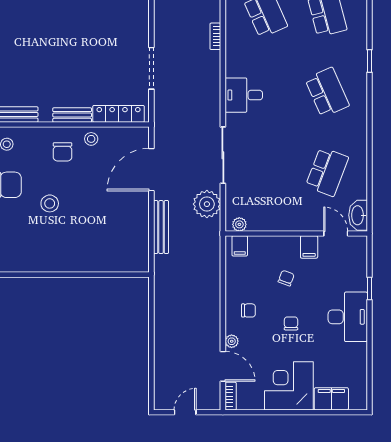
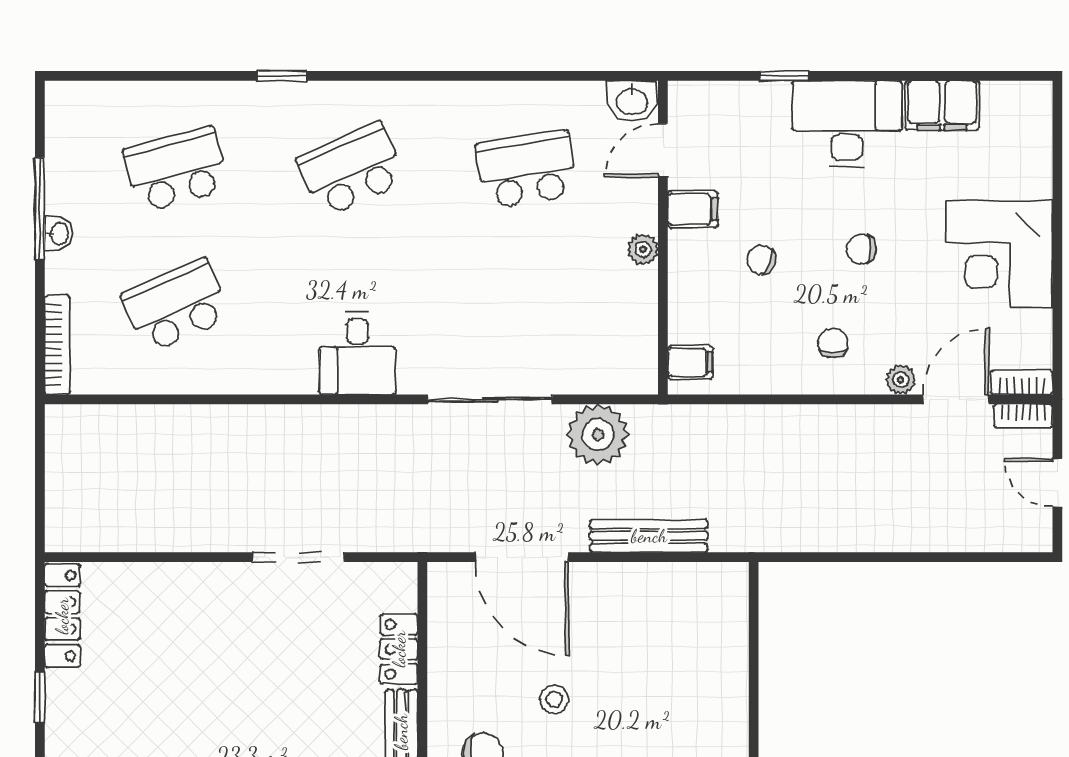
bookcase: (215, 36) -> (1023, 416), moved
locker: (119, 114) -> (399, 649), width x0.66
stool: (91, 139) -> (554, 699), moved
school desk: (327, 172) -> (527, 170), turned -30
washbasin: (358, 215) -> (632, 101), width x0.72
plant: (239, 224) -> (643, 249), moved
filing cabinet: (331, 399) -> (942, 106), moved, turned -90

